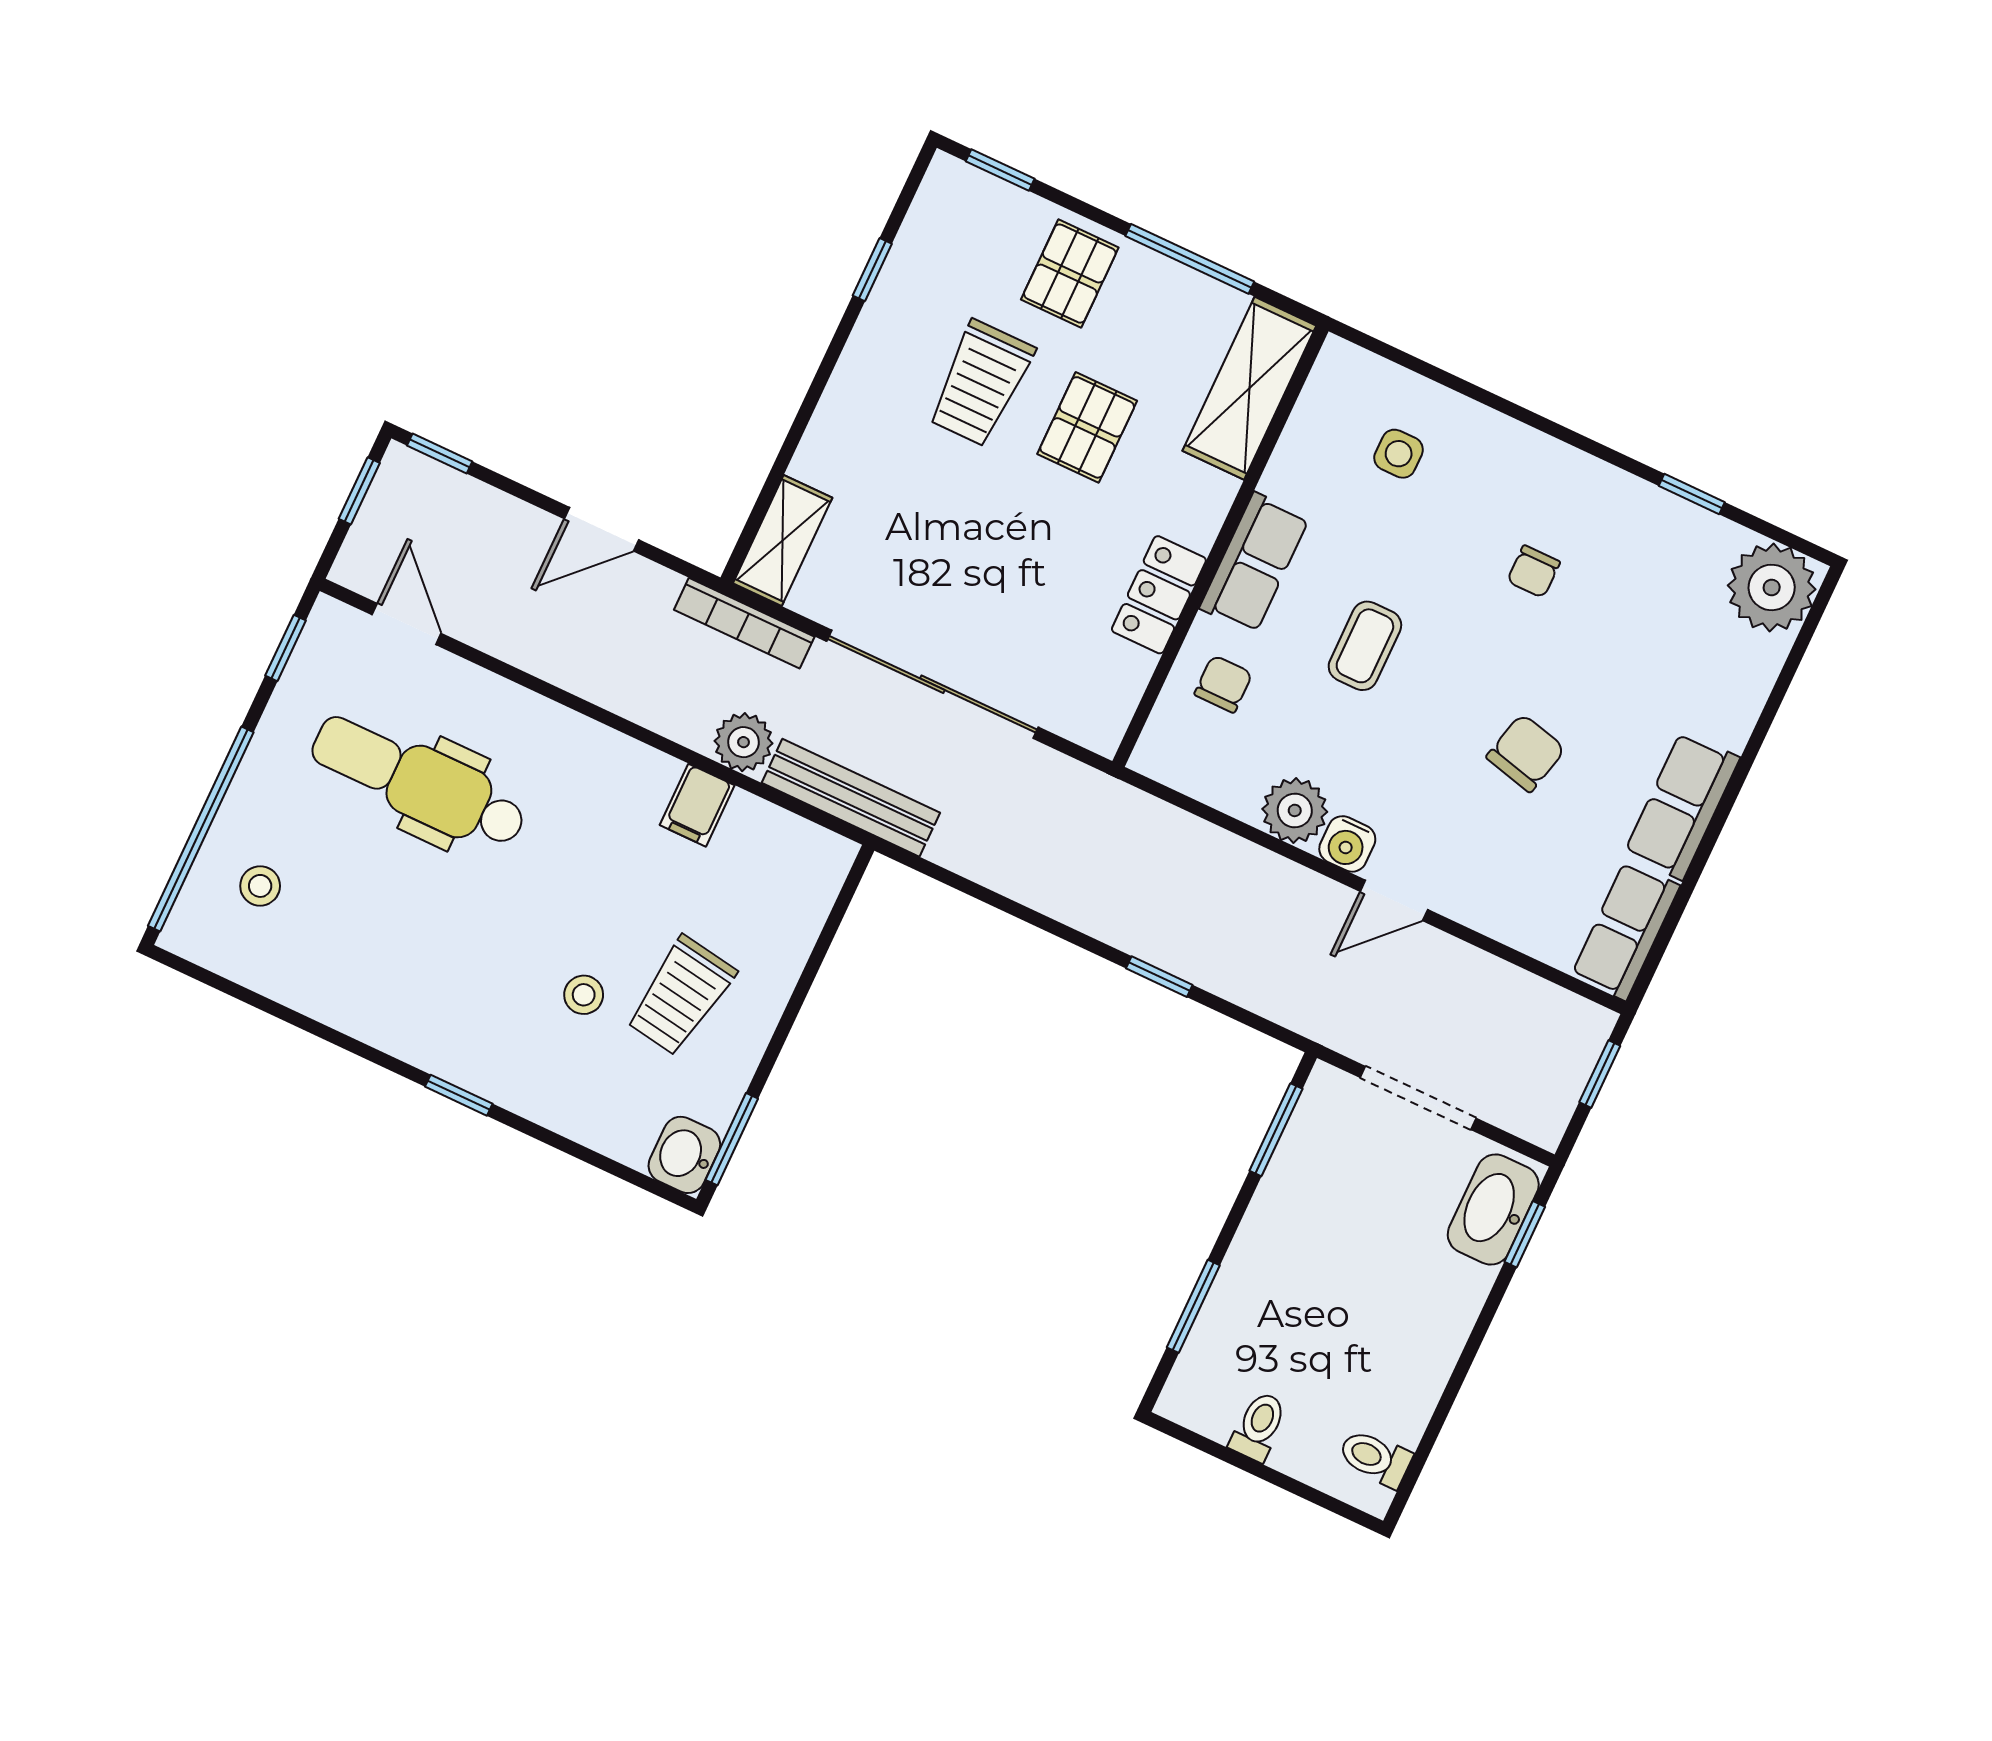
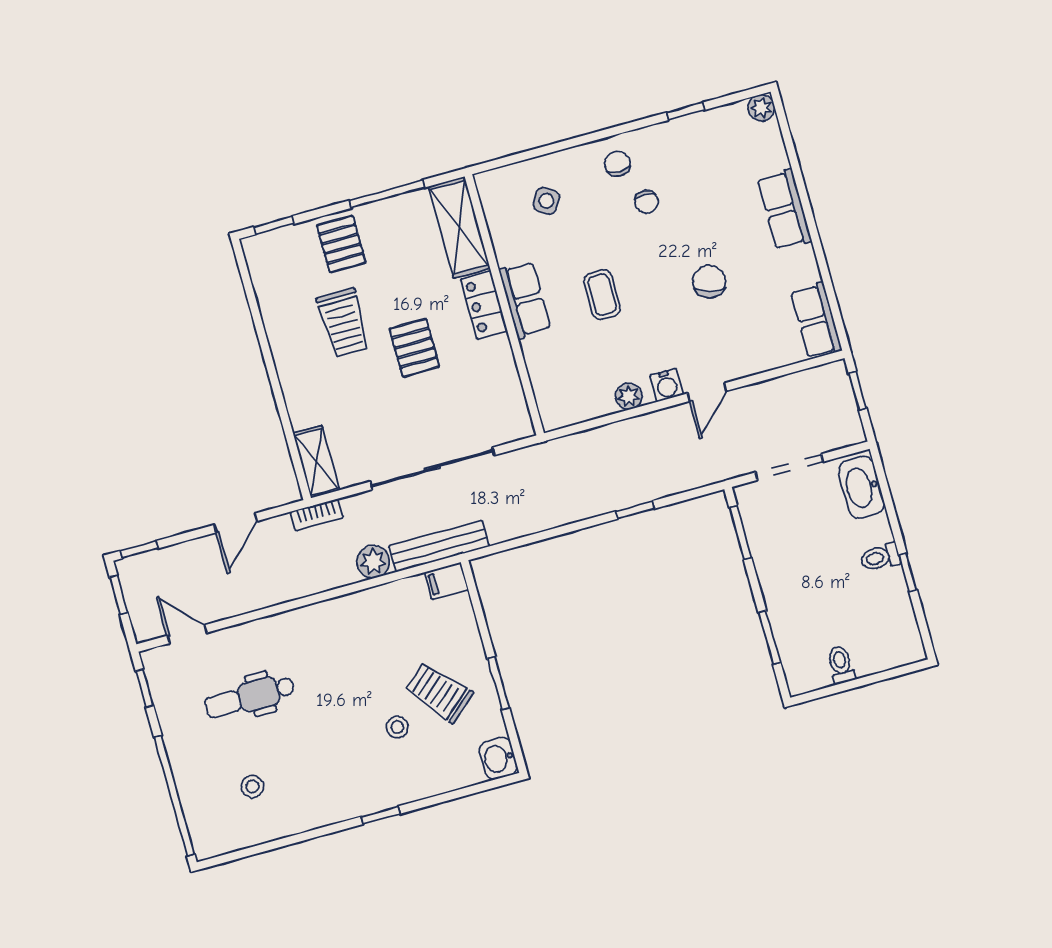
window: (872, 270) -> (256, 314), removed
pallet: (1087, 427) -> (414, 348), moved
side table: (1399, 454) -> (546, 201), turned 32
plant: (1772, 587) -> (761, 108), width x0.53, depth x0.53
locker: (1159, 595) -> (484, 305), moved
bookcase: (744, 623) -> (317, 515), width x0.64
chair: (1223, 684) -> (617, 164), moved
dental chair: (419, 782) -> (250, 697), width x0.73, depth x0.72
filing cabinet: (697, 805) -> (446, 581), moved, turned 90
row of seats: (1682, 805) -> (784, 210), moved
plant: (1295, 810) -> (629, 396), width x0.73, depth x0.73
stool: (260, 886) -> (252, 786), moved
trolley: (681, 996) -> (439, 692), turned 130
window: (732, 1139) -> (498, 683), moved
window: (1525, 1234) -> (908, 572), moved
toilet: (1375, 1458) -> (880, 557), moved

